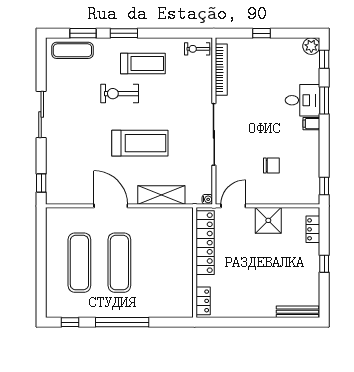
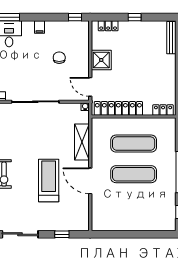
filing cabinet: (311, 124) -> (39, 27), moved
treadmill: (140, 143) -> (49, 181), moved
window: (41, 183) -> (62, 234), moved
door: (111, 206) -> (90, 181), hinge flipped
exercise mat: (79, 263) -> (134, 144), moved

